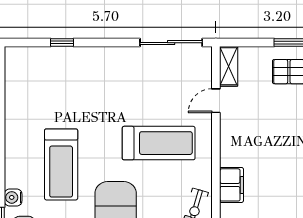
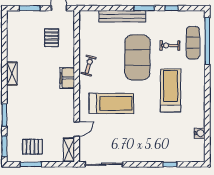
treadmill: (159, 143) -> (111, 103), turned 180
water cooler: (13, 197) -> (200, 133), moved

